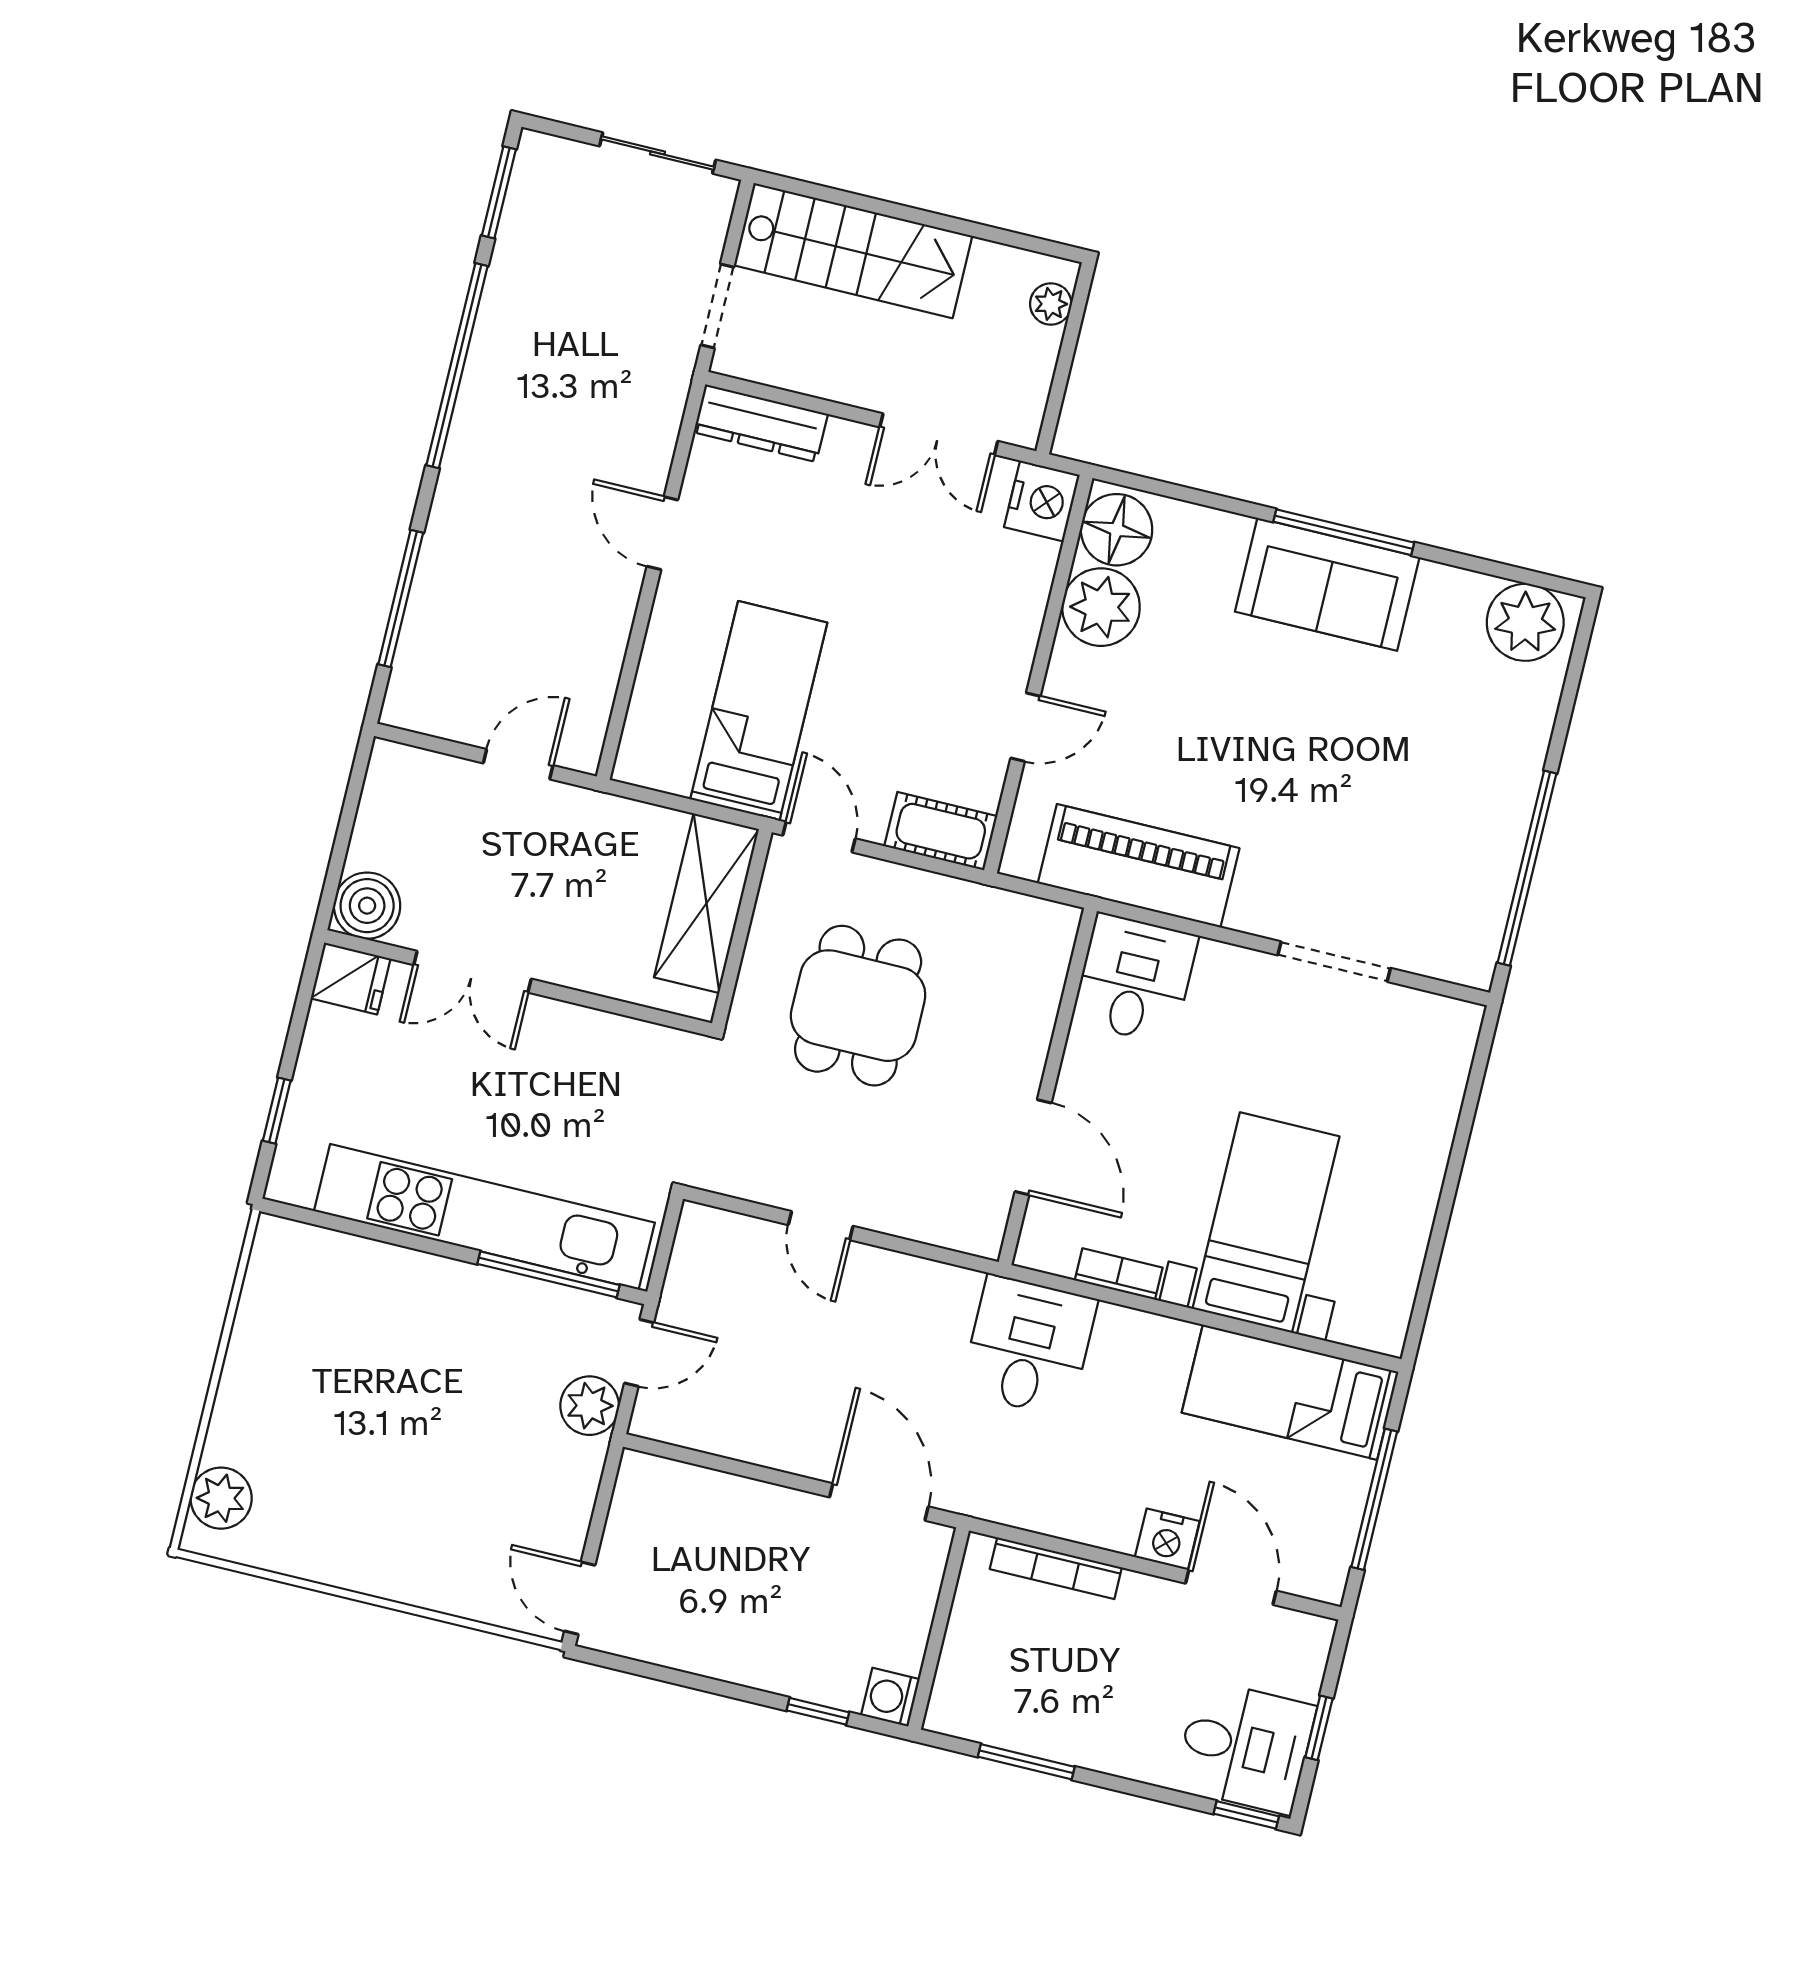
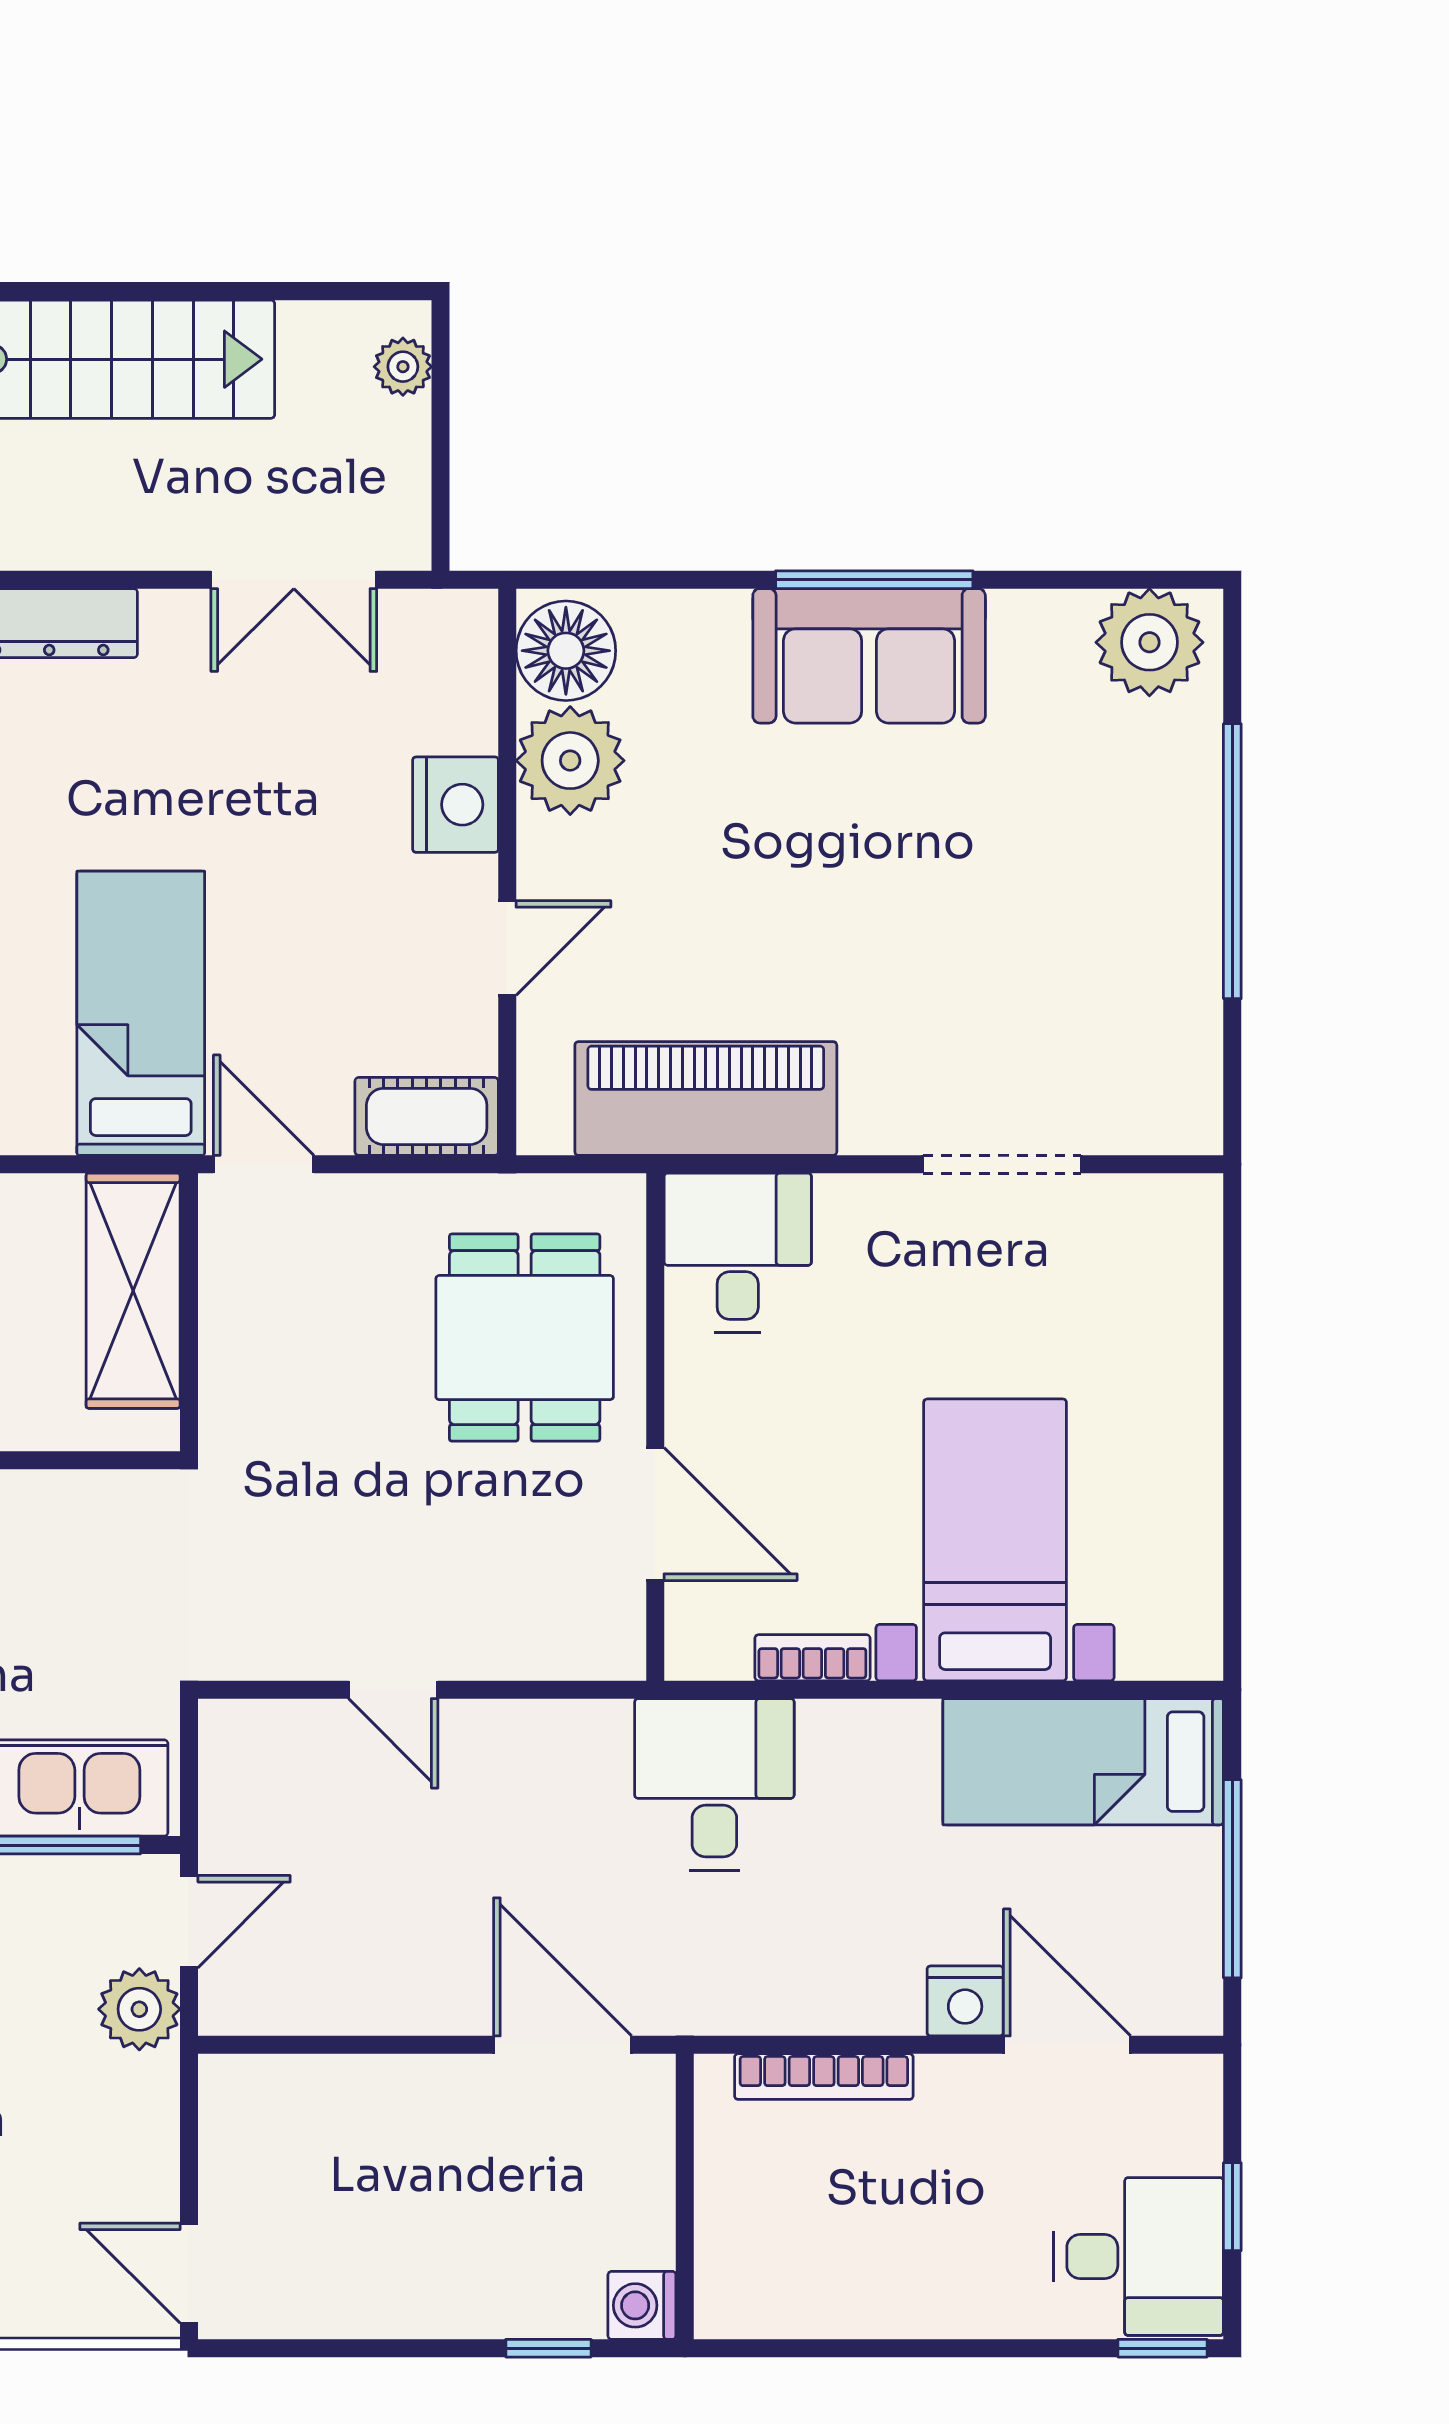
nightstand: (1042, 501) -> (455, 805), moved
window: (1527, 868) -> (1232, 861), moved
dining table: (858, 1006) -> (525, 1338), moved
window: (1026, 1762) -> (847, 2348), removed

